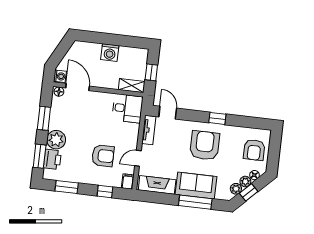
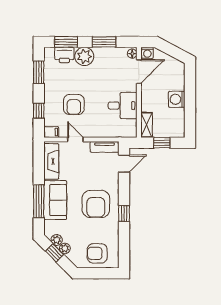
desk: (127, 108) -> (123, 106), moved, turned -90
armchair: (205, 145) -> (96, 204), turned 90
floor lamp: (254, 175) -> (72, 257), removed

